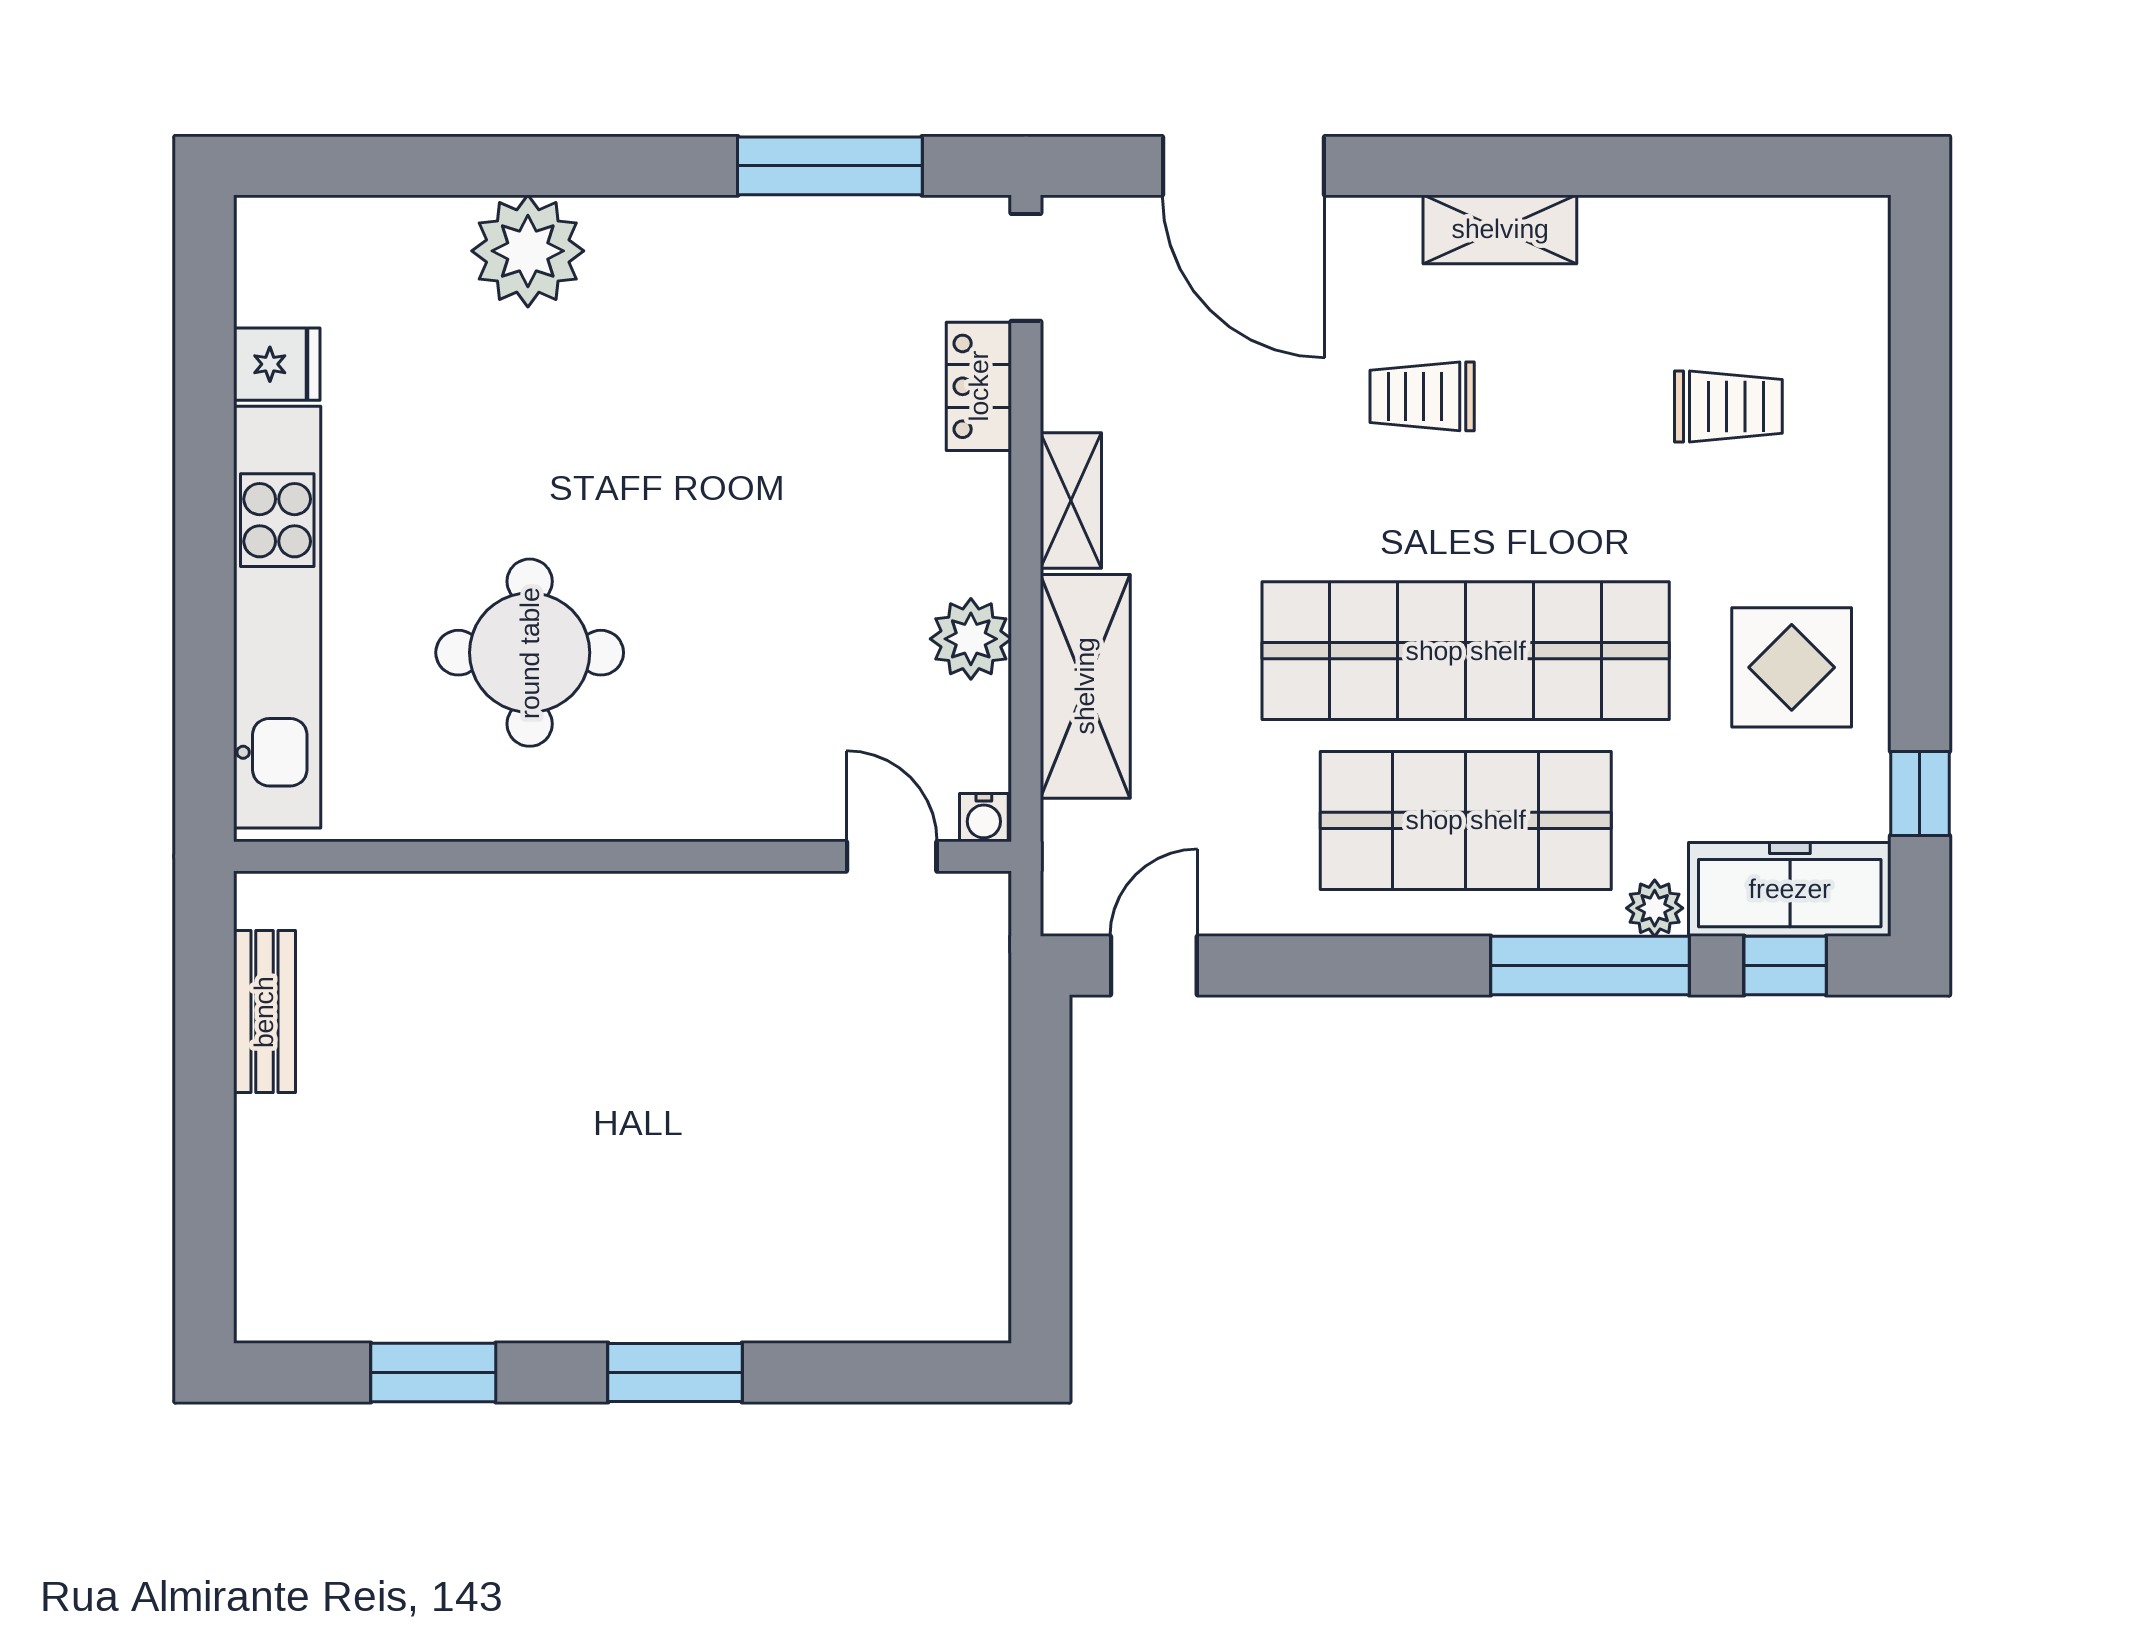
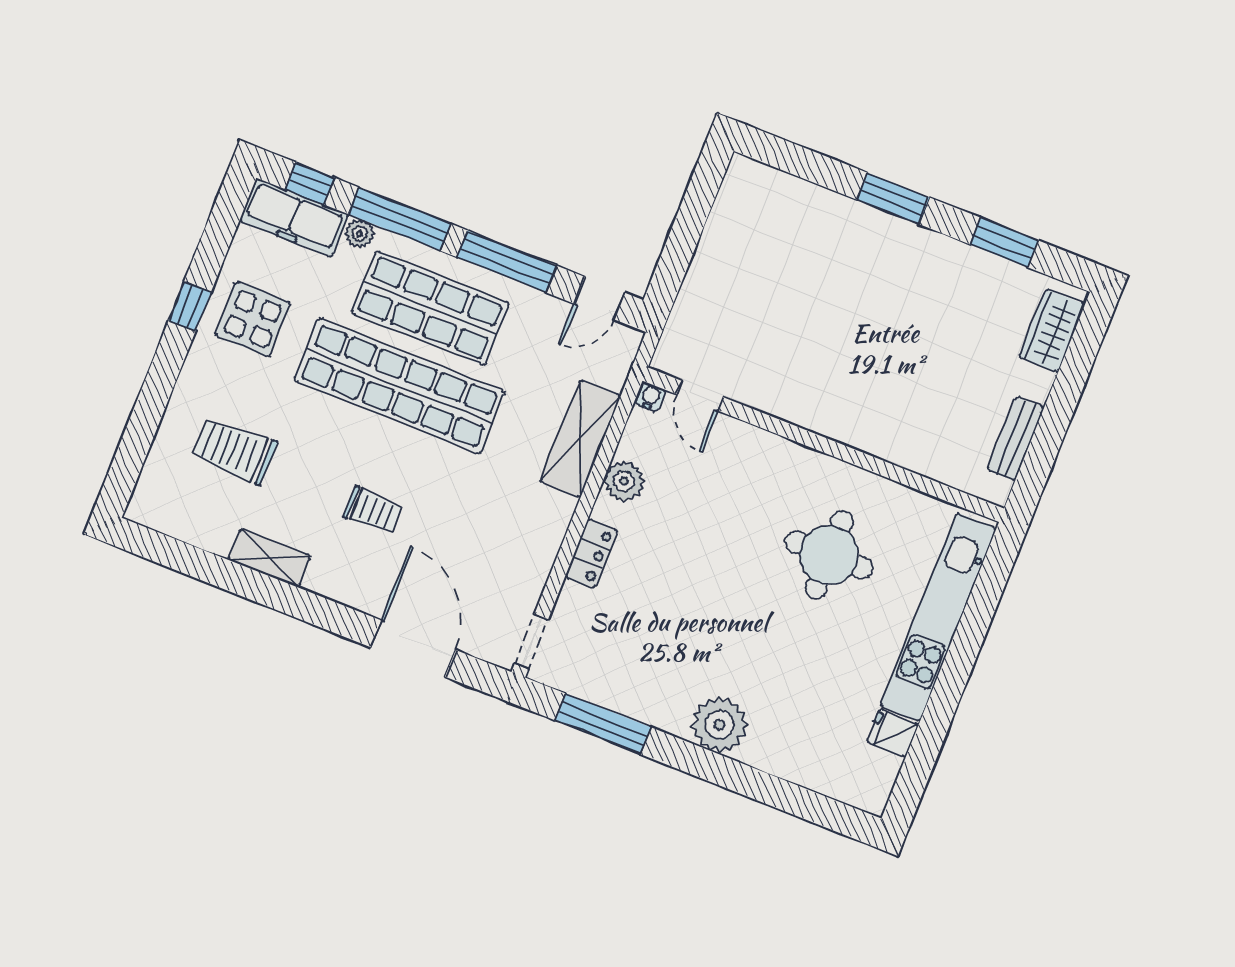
shelving: (1500, 229) -> (270, 558), moved
plant: (528, 251) -> (720, 725), moved
locker: (979, 386) -> (591, 554), moved
trolley: (1728, 406) -> (234, 450), width x1.36, depth x1.39
shelving: (1071, 501) -> (553, 526), removed
window: (1920, 793) -> (190, 306), moved
window: (1357, 965) -> (507, 261), added
wardrobe: (277, 1242) -> (1052, 331), added

